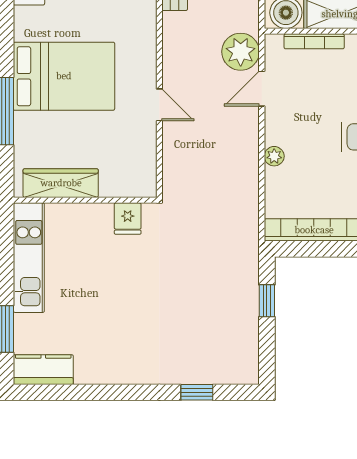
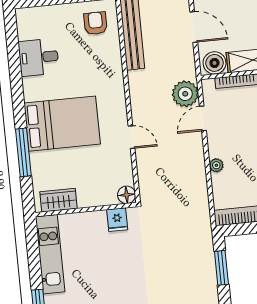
wardrobe: (61, 183) -> (59, 200), width x0.67
floor lamp: (144, 185) -> (127, 195), added
window: (267, 301) -> (221, 268), width x1.50

